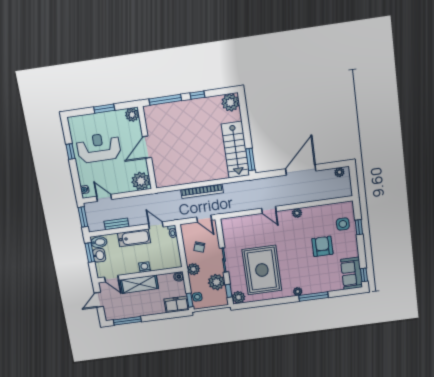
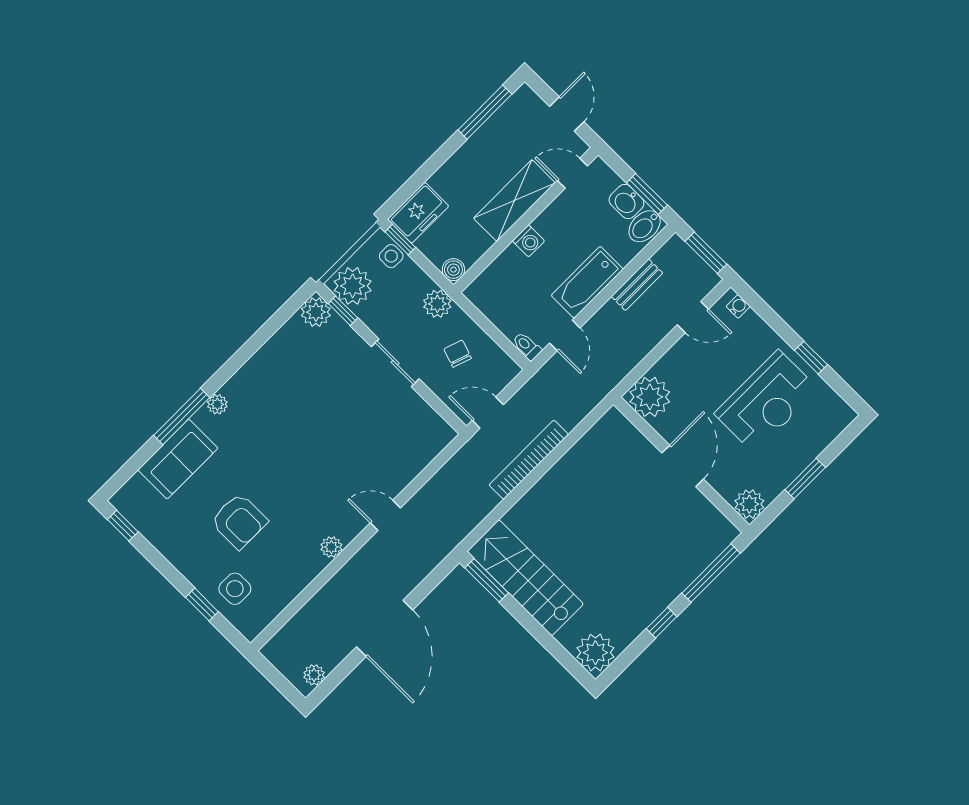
door: (156, 225) -> (565, 335), hinge flipped
rug: (262, 270) -> (313, 396), removed
sofa: (352, 273) -> (178, 459), moved, turned 90
plant: (216, 282) -> (353, 286), moved

